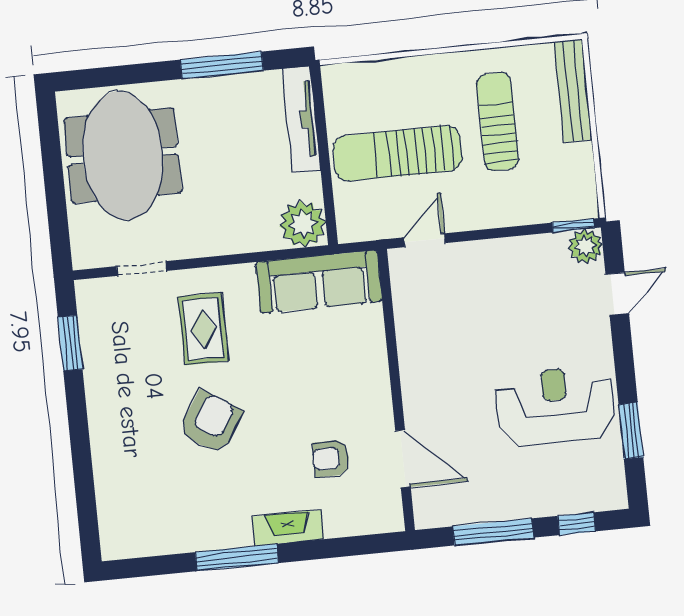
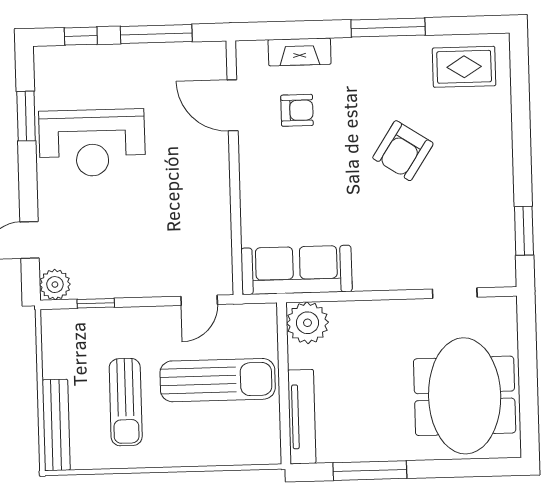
window: (573, 225) -> (96, 303), moved
rug: (203, 329) -> (464, 67), moved, turned 90
fireplace: (288, 528) -> (300, 52), moved

